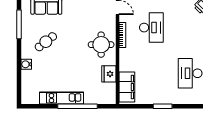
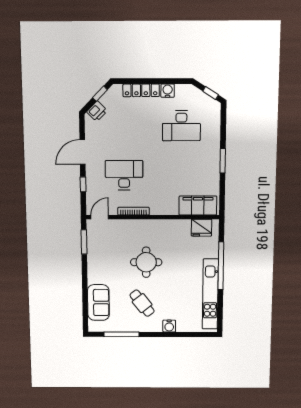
round table: (101, 45) -> (146, 262), moved
fridge: (109, 74) -> (202, 228), moved
kitchen unit: (62, 98) -> (210, 294), width x1.36

